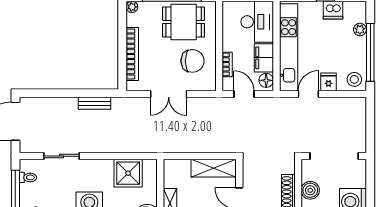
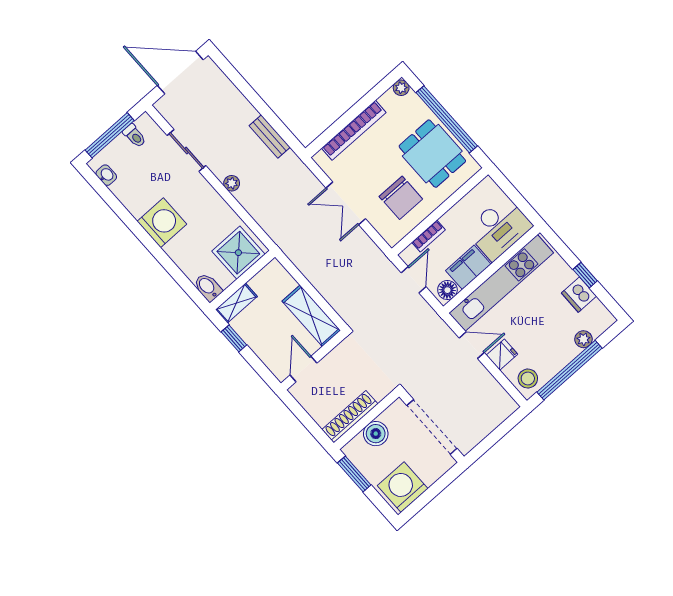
plant: (102, 147) -> (232, 183), added
shower: (128, 173) -> (238, 253), moved

